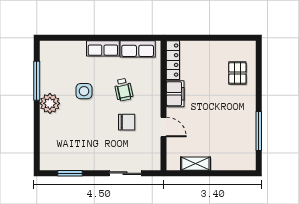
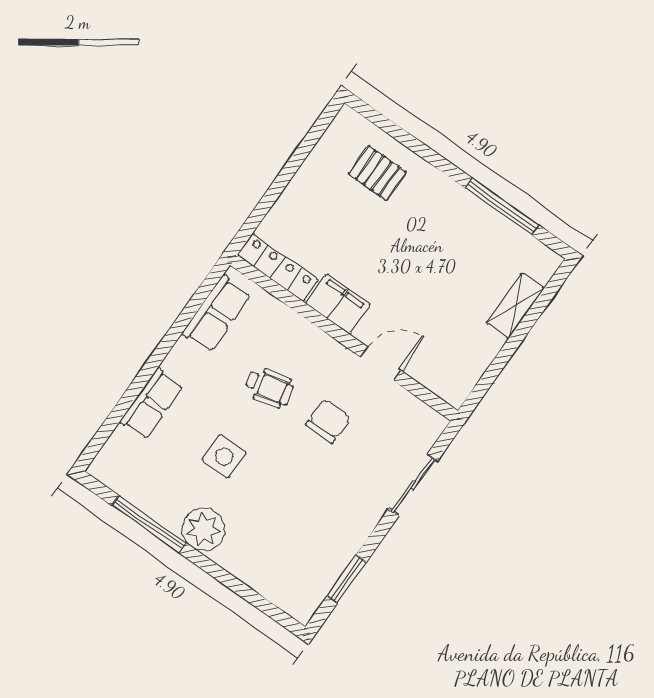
row of seats: (103, 48) -> (152, 404), moved
shelving: (195, 164) -> (515, 306), moved

